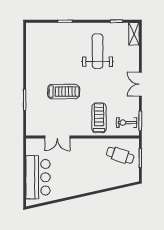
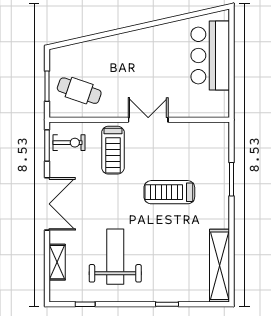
shelving: (134, 34) -> (57, 262), moved
shelving: (32, 46) -> (219, 266), added
weight bench: (98, 51) -> (115, 257), turned 180
double door: (140, 84) -> (47, 204), width x1.37
double door: (57, 137) -> (148, 120), moved

